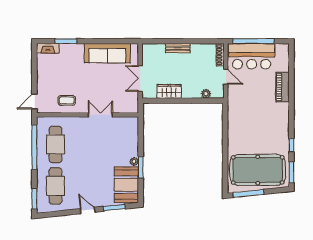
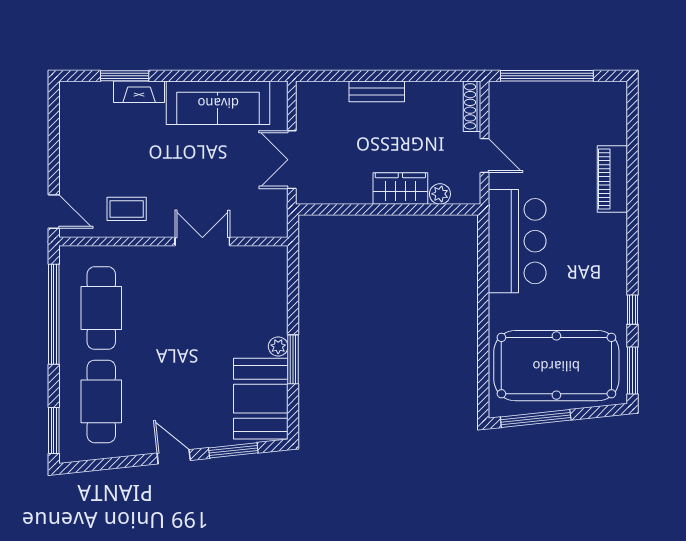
fireplace: (48, 48) -> (139, 92), moved
bar counter: (252, 56) -> (517, 241), moved, turned -90
wardrobe: (169, 91) -> (400, 189), moved
door: (34, 102) -> (54, 212), swing flipped

